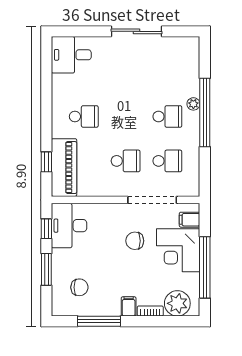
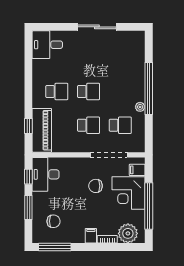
plant: (193, 104) -> (140, 107), moved
school desk: (167, 116) -> (89, 91), moved
window: (99, 321) -> (55, 247), moved

